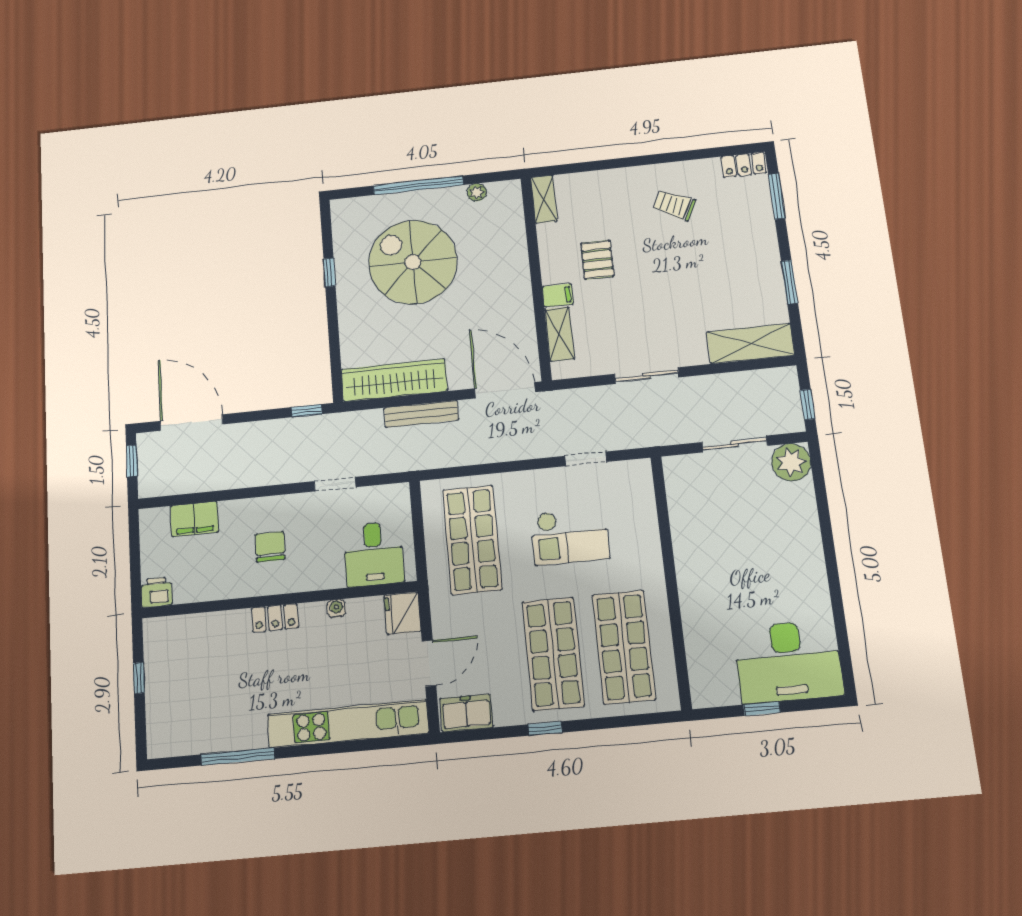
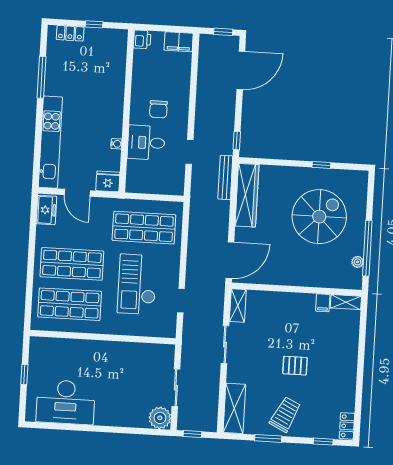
window: (418, 185) -> (367, 248), moved
window: (777, 196) -> (323, 442), width x0.67
trolley: (674, 205) -> (285, 414), moved, width x1.36, depth x1.39
pallet: (597, 260) -> (295, 366), moved
filing cabinet: (558, 295) -> (323, 303), moved
shelving: (559, 334) -> (238, 306), moved, turned 90
bench: (421, 414) -> (225, 177), moved
filing cabinet: (194, 519) -> (179, 42), moved, turned -90
checkout: (570, 536) -> (137, 284), width x1.36, depth x1.21
chair: (270, 547) -> (158, 109), turned 90
desk: (374, 554) -> (146, 143), moved
locker: (275, 618) -> (70, 33), moved, turned -90
desk: (788, 661) -> (66, 402), moved, turned -90
window: (545, 728) -> (31, 253), removed

